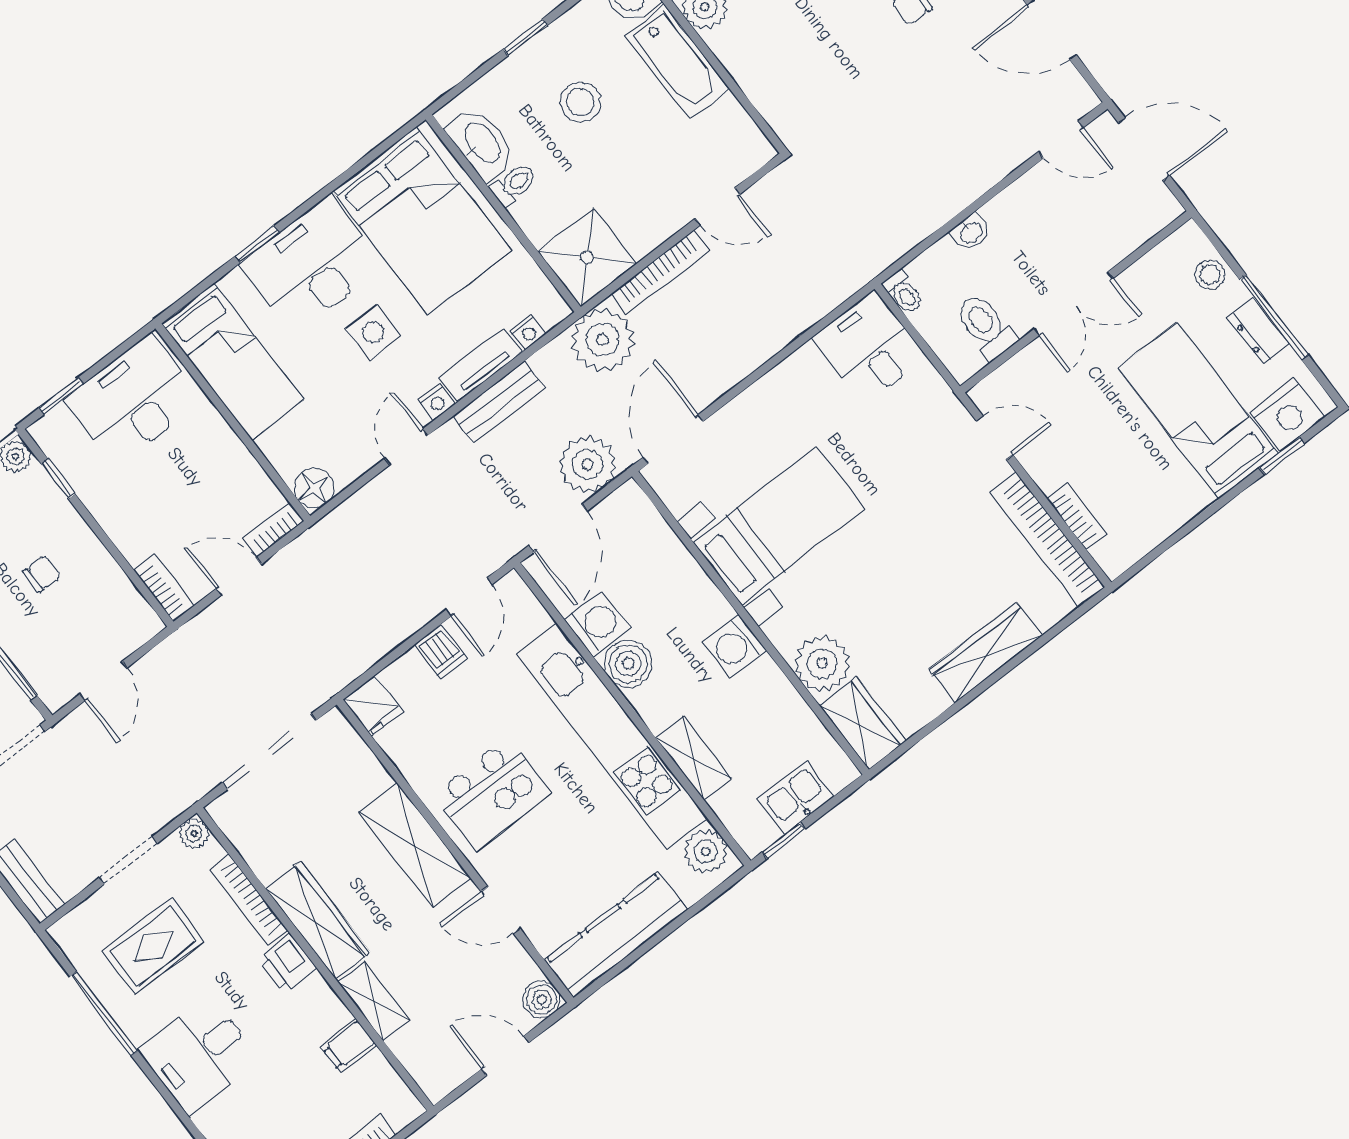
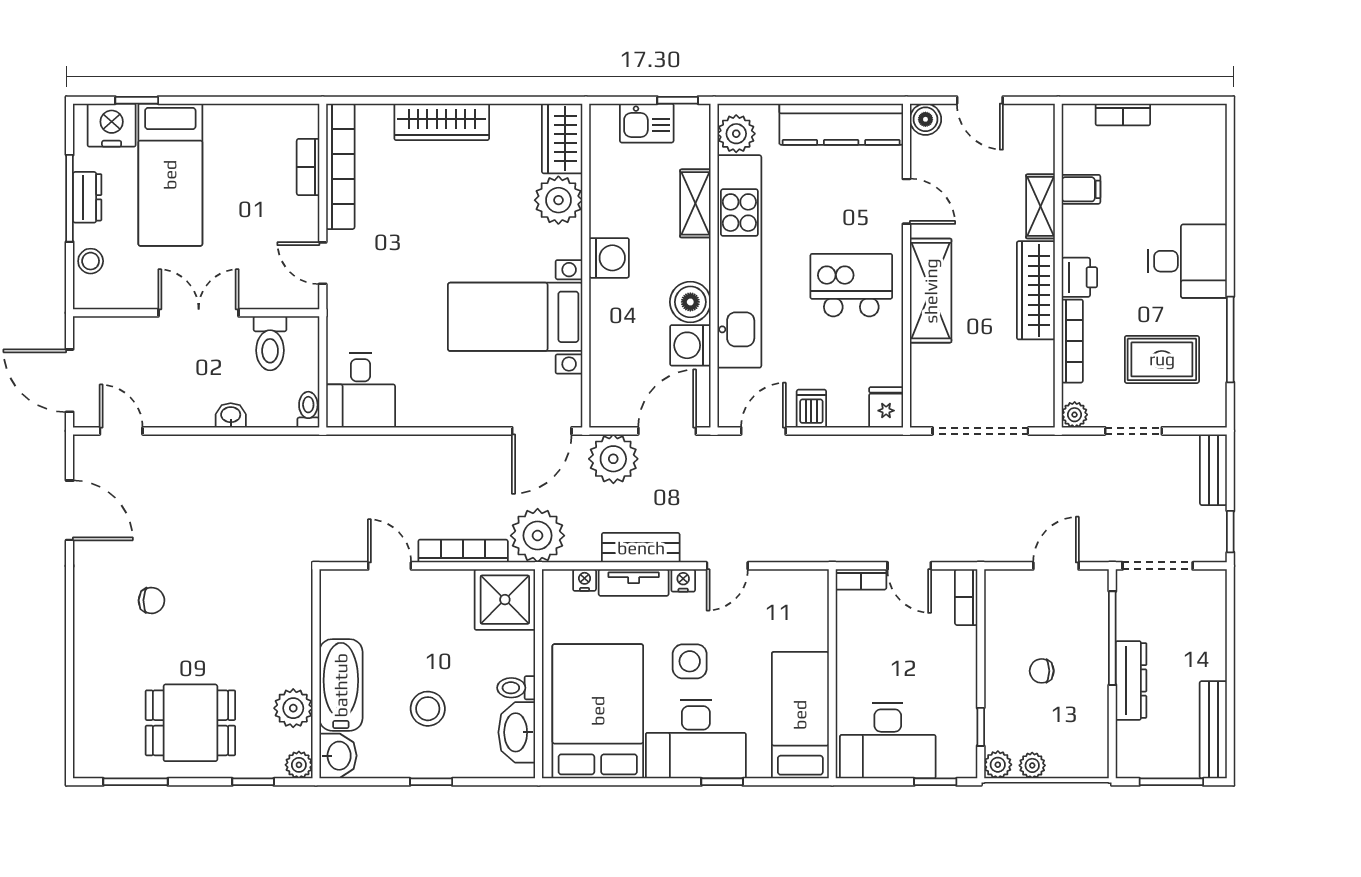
floor lamp: (314, 488) -> (812, 586), removed

